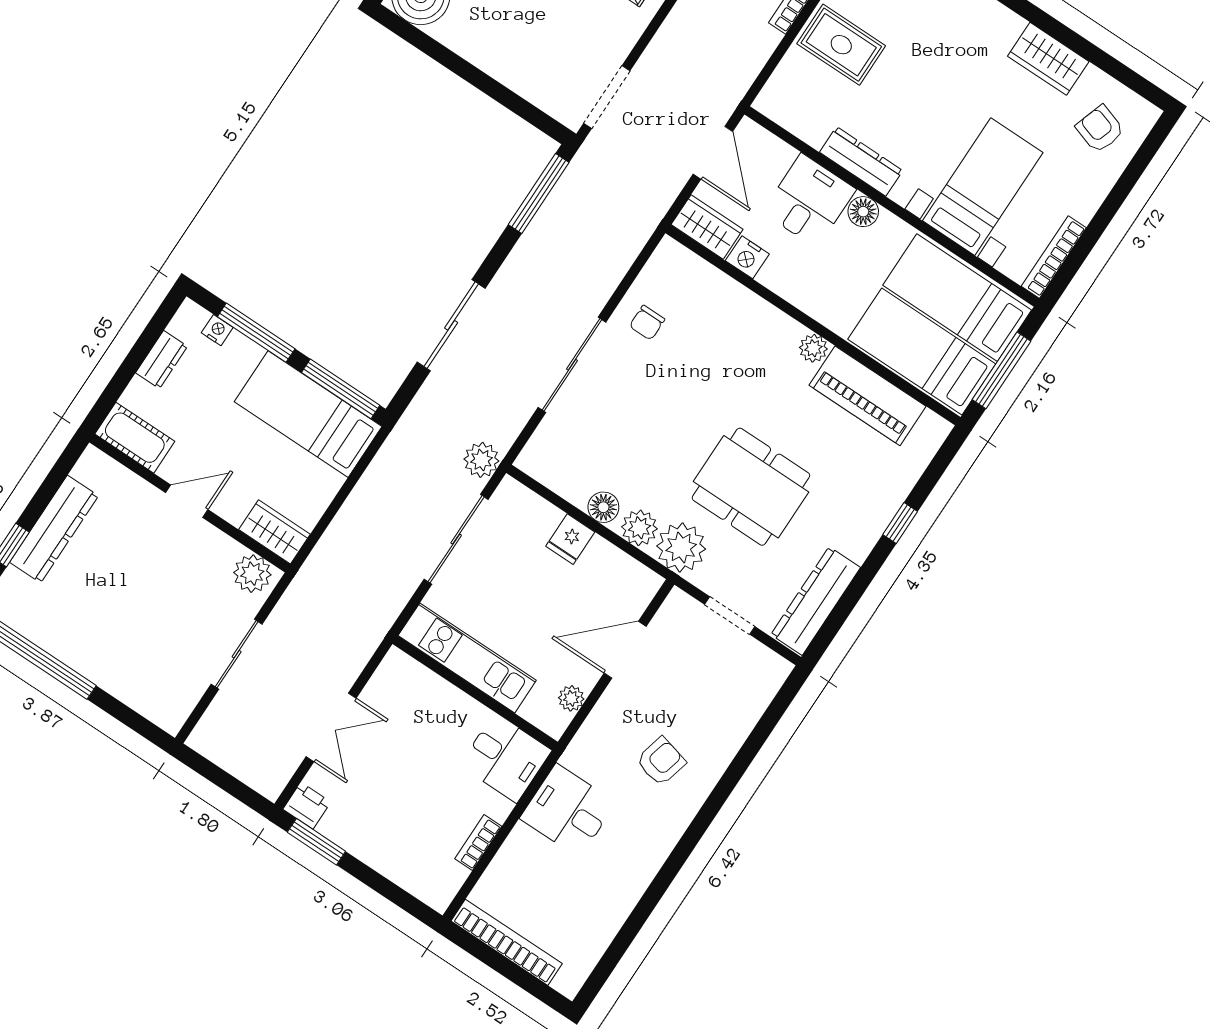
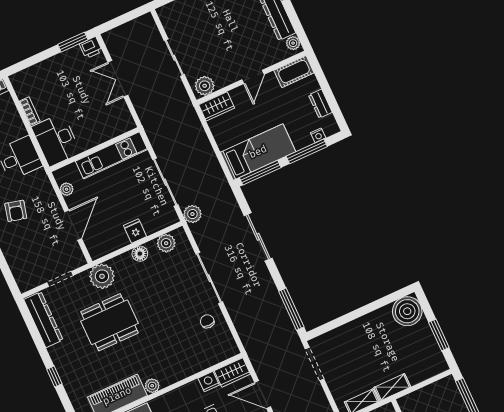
plant: (88, 469) -> (293, 43), added
plant: (639, 528) -> (166, 243), moved
desk: (506, 758) -> (56, 140), width x1.37

